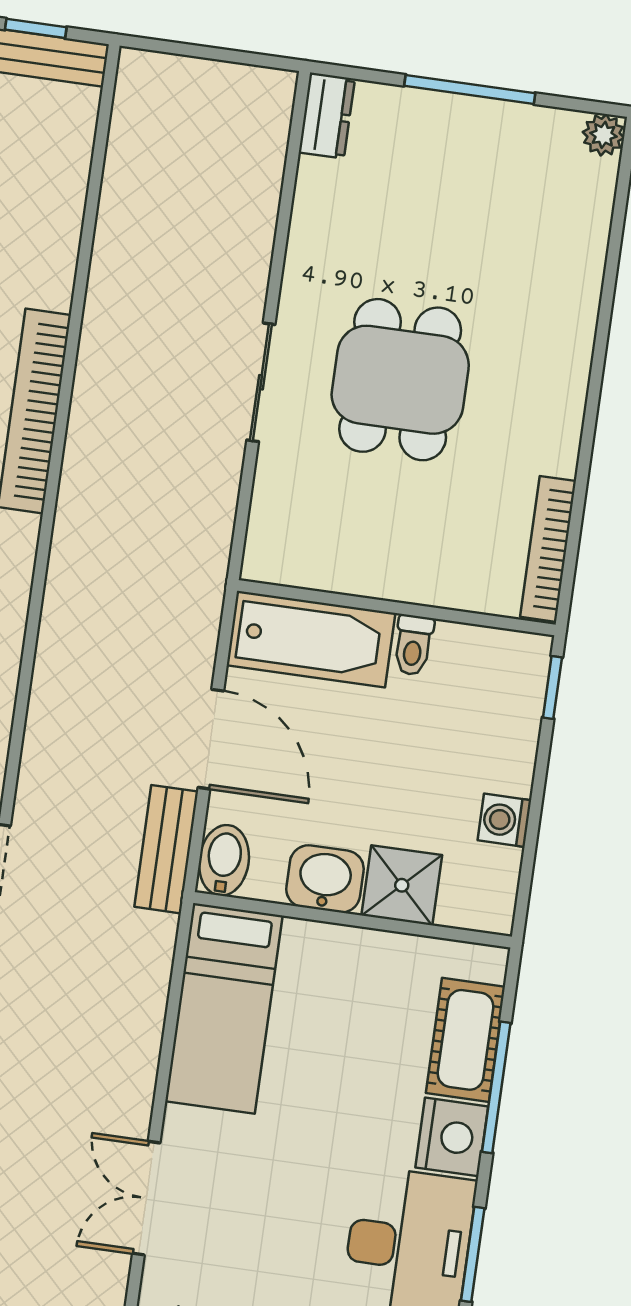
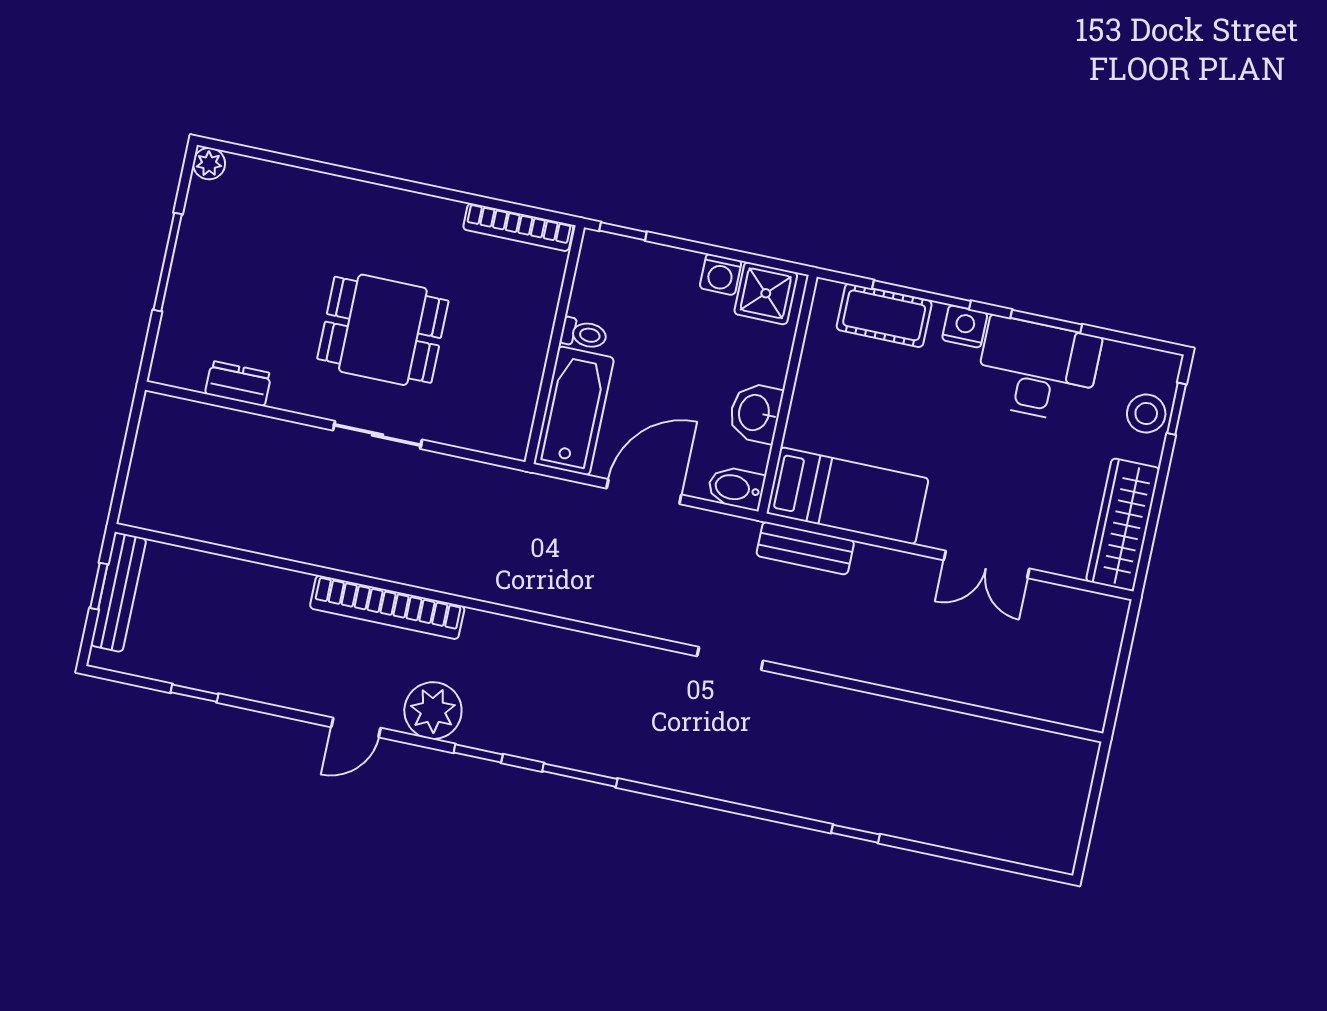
dresser: (327, 116) -> (238, 384), moved
bench: (166, 849) -> (805, 548), moved
shower: (402, 885) -> (766, 293), moved
nightstand: (452, 1137) -> (965, 327), width x0.74, depth x0.75

